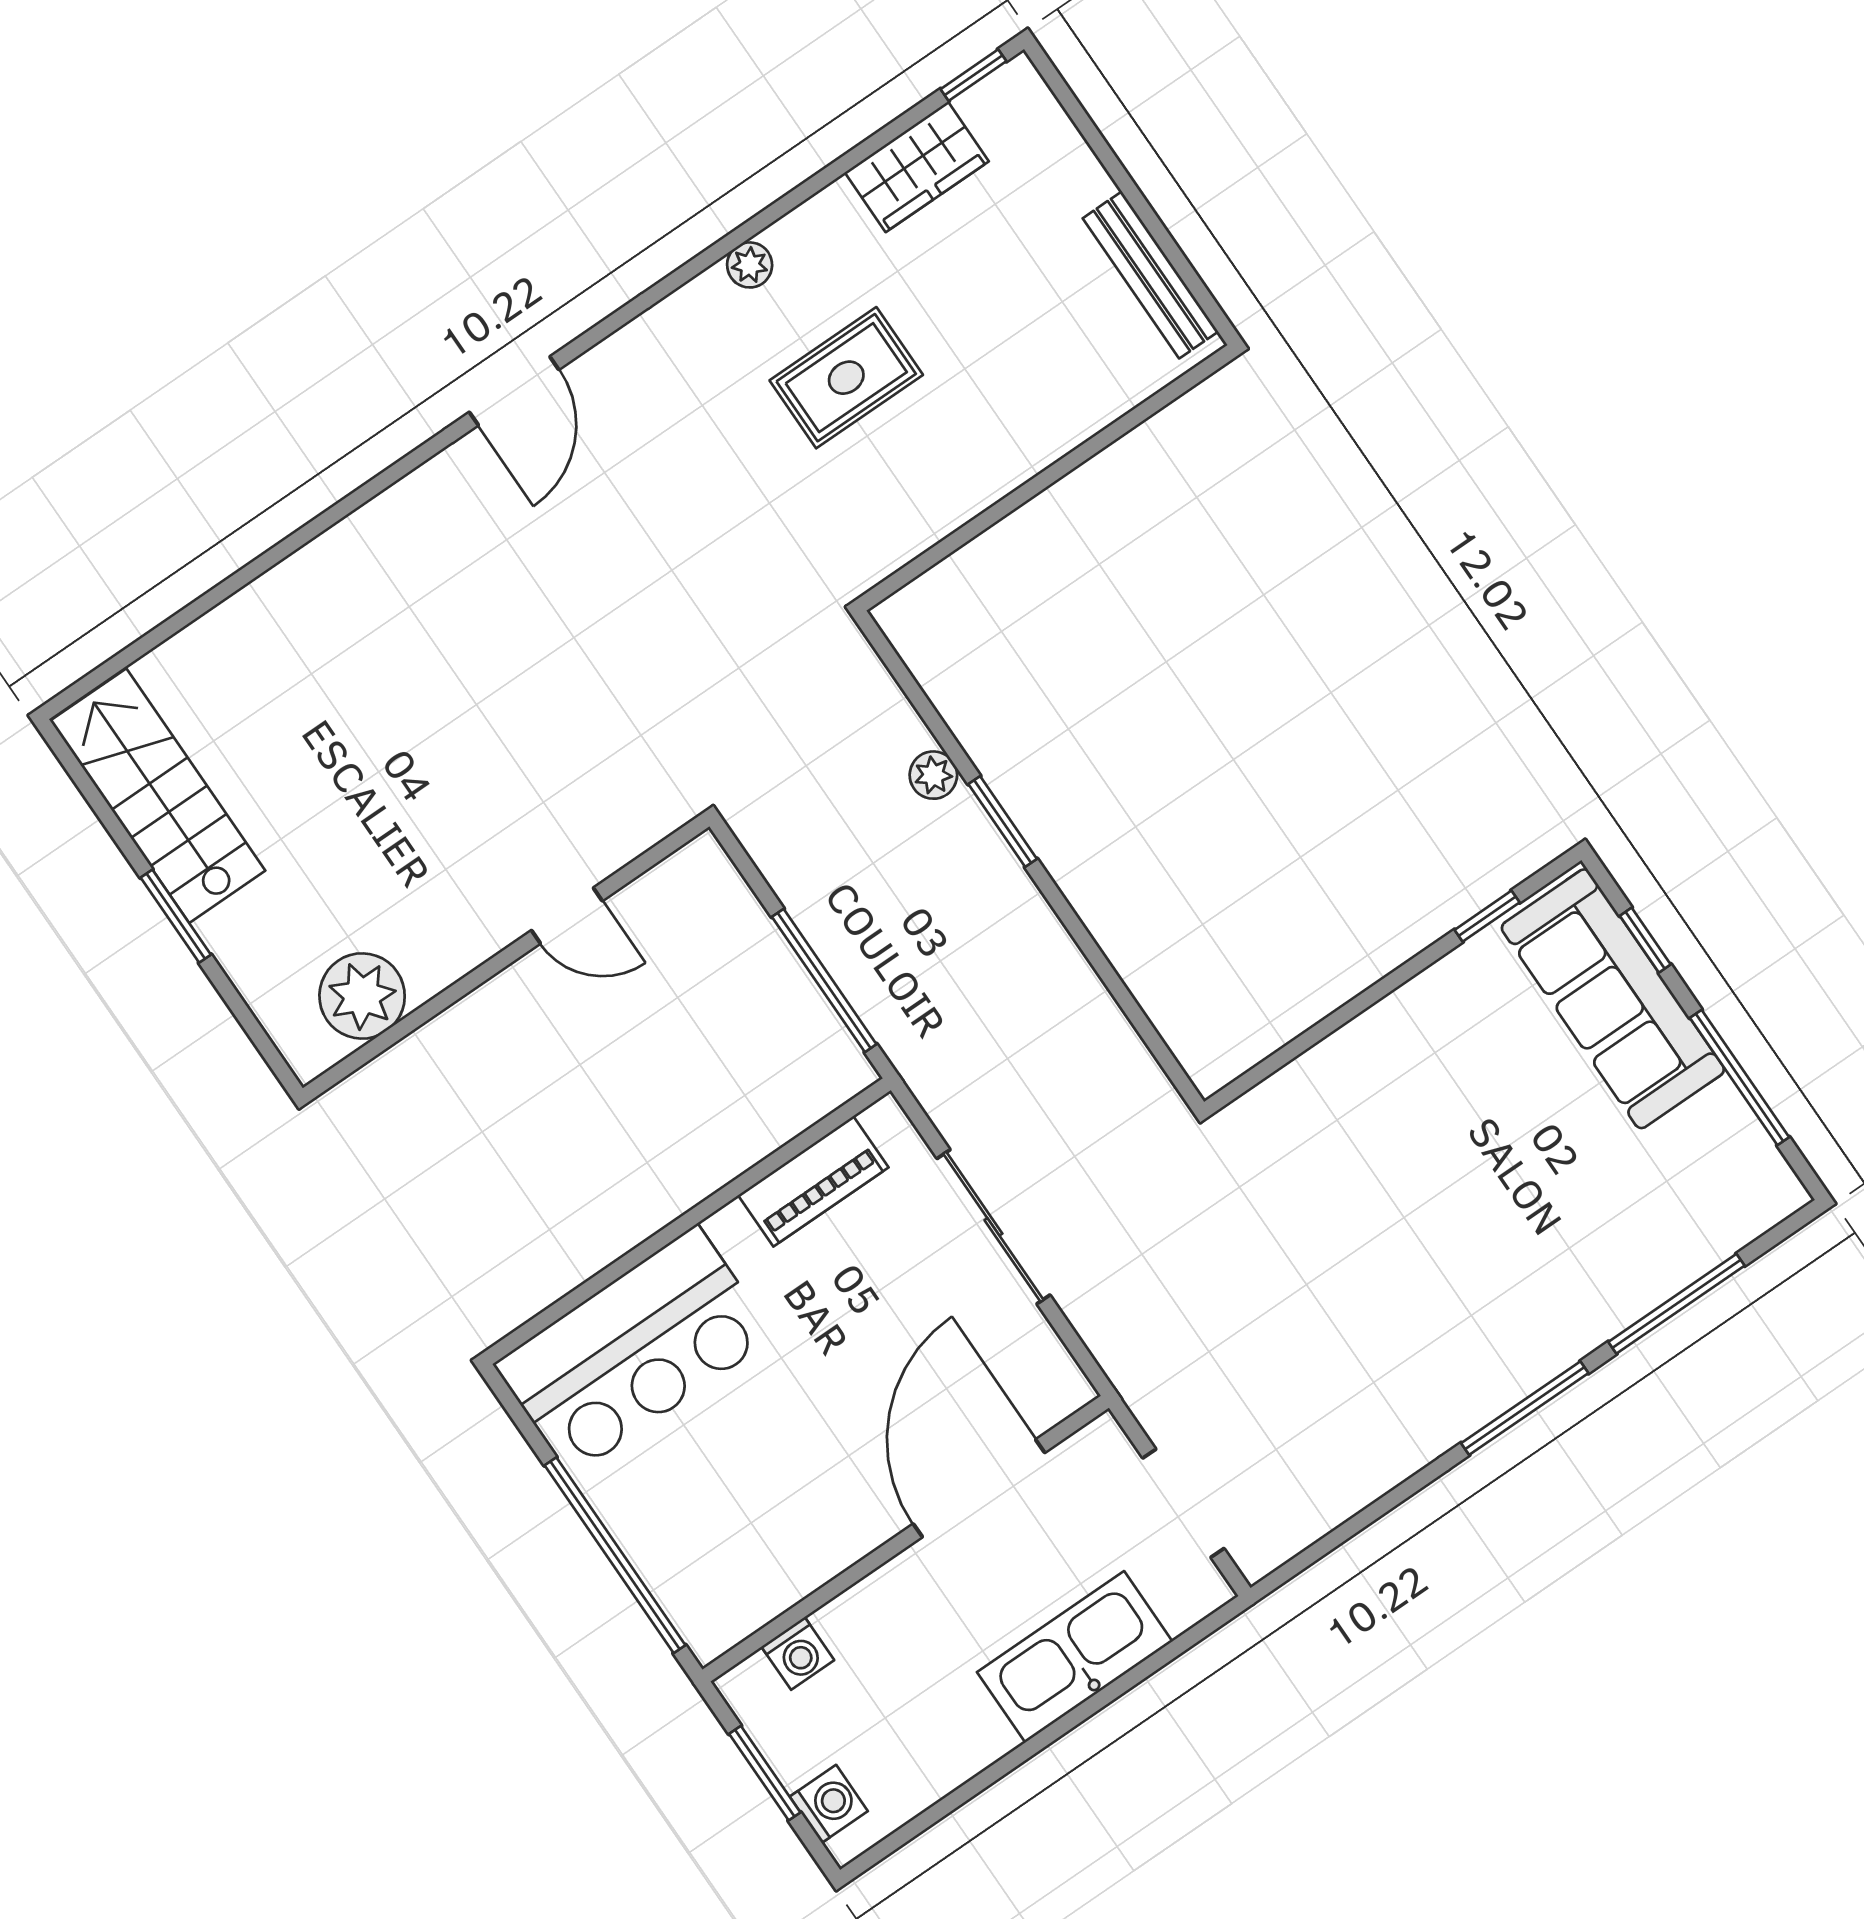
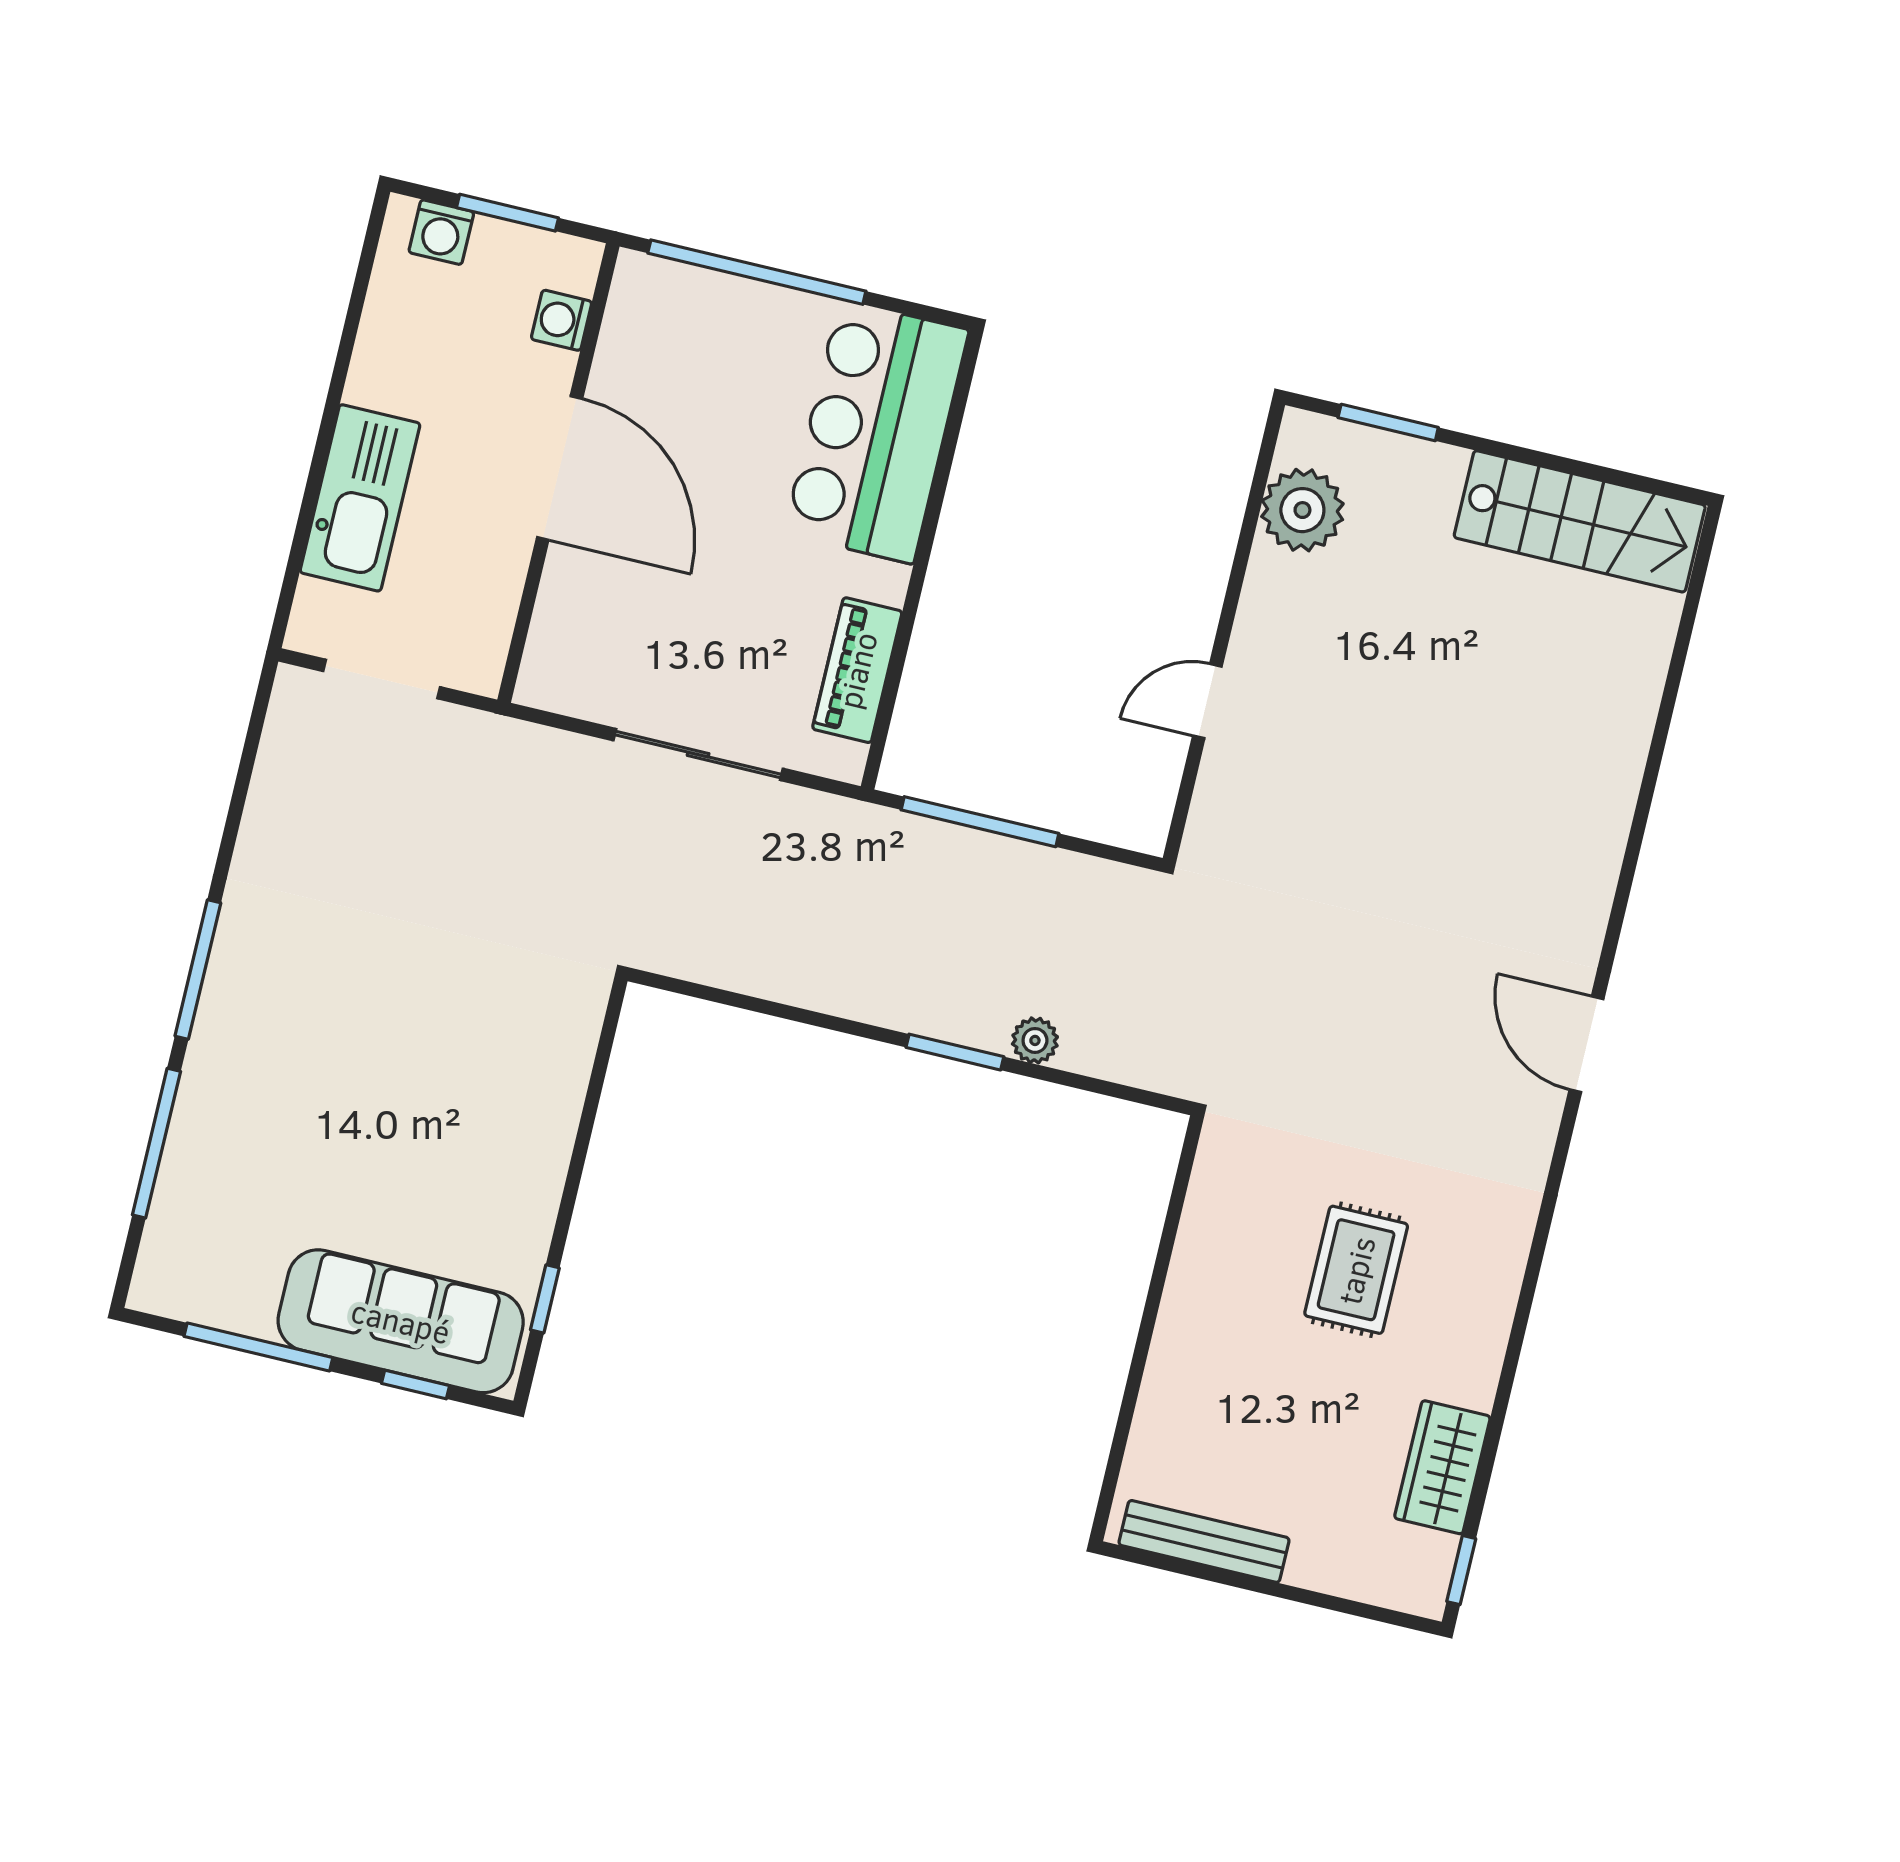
plant: (750, 265) -> (1499, 1288), removed
window: (176, 916) -> (1388, 423), moved
door: (979, 1488) -> (560, 468), moved

